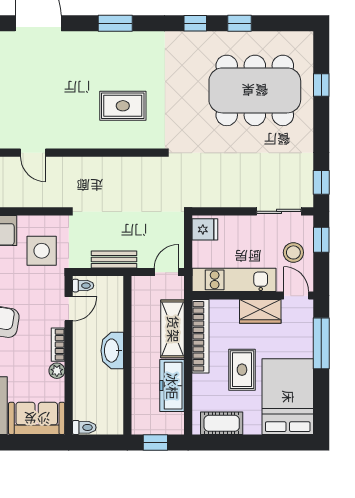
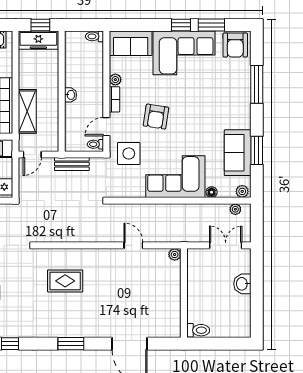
side table: (42, 251) -> (129, 153), moved
washbasin: (112, 351) -> (71, 95), width x0.52, depth x0.69
freezer: (172, 386) -> (38, 40), moved, turned 90

